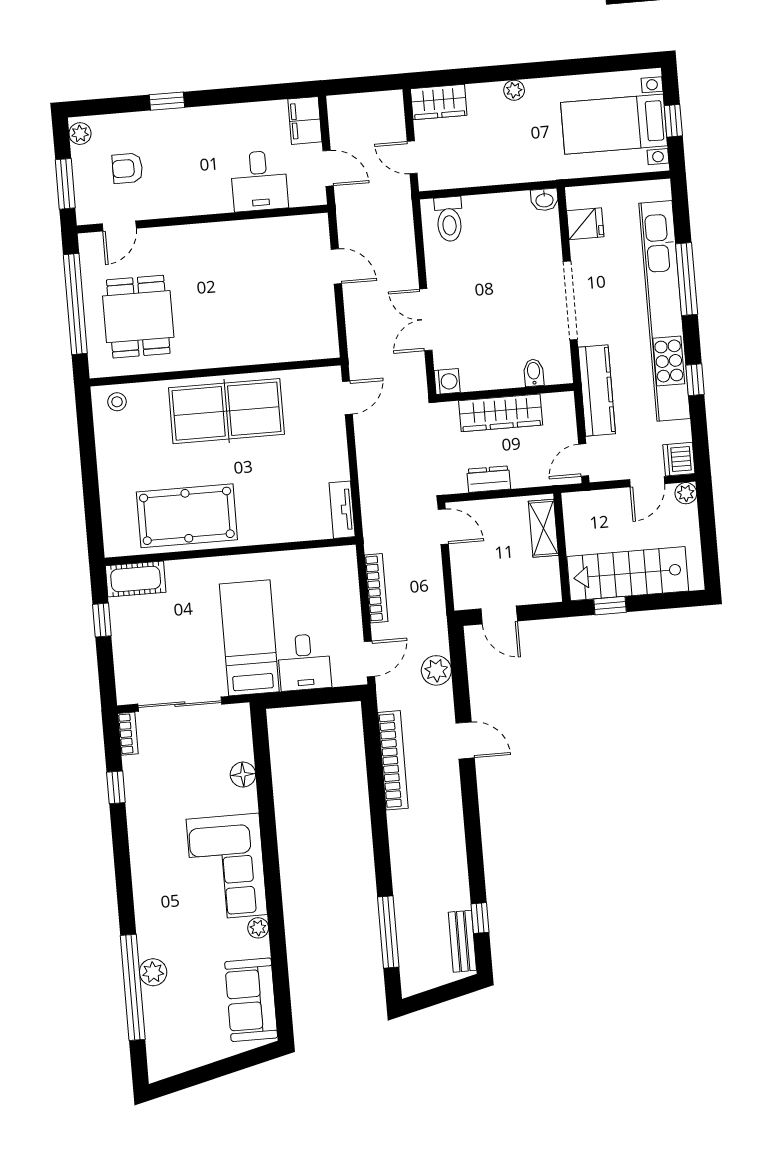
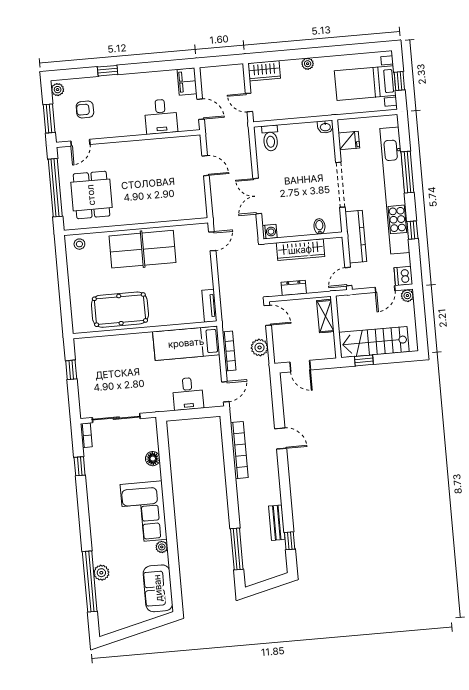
cot: (136, 579) -> (90, 346), removed
bed: (249, 638) -> (186, 343), moved, turned -90
plant: (436, 670) -> (260, 347), moved
bench: (462, 941) -> (277, 523), moved

